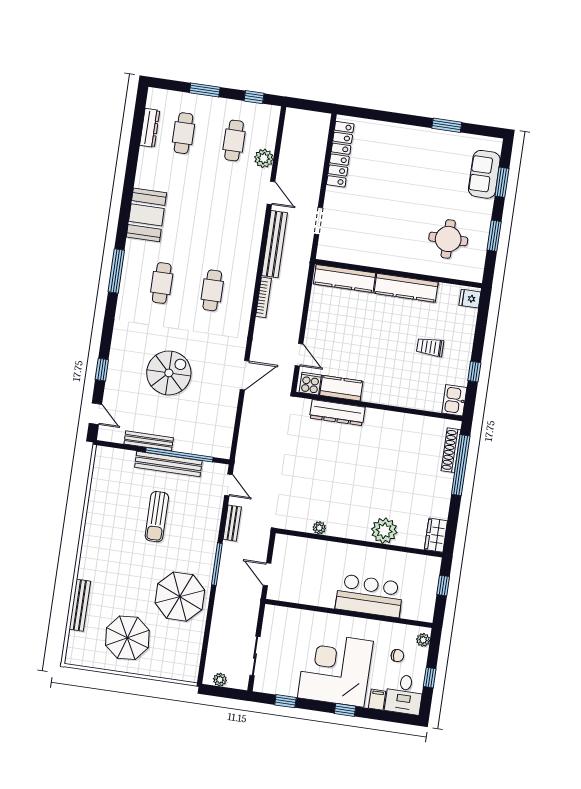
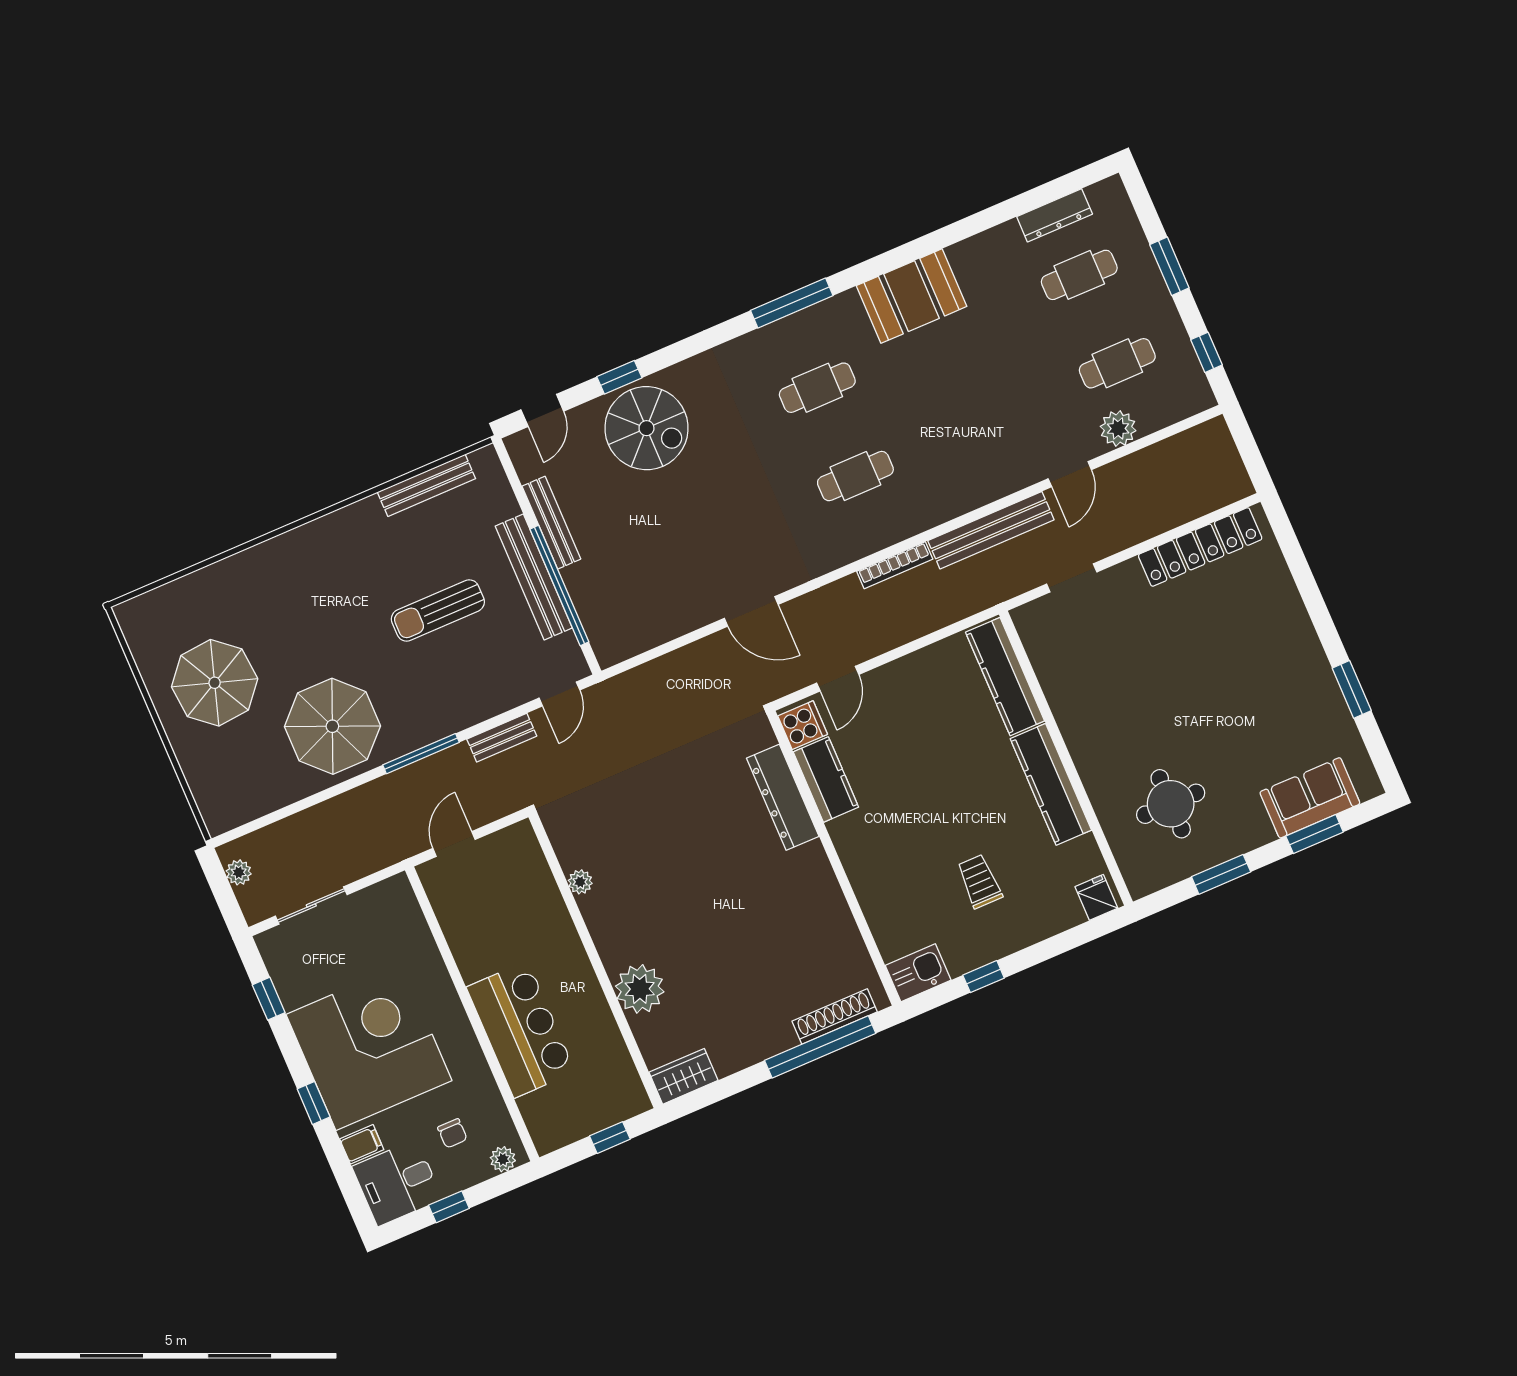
spiral stairs: (169, 373) -> (646, 428), moved
bench: (80, 605) -> (426, 485), moved

